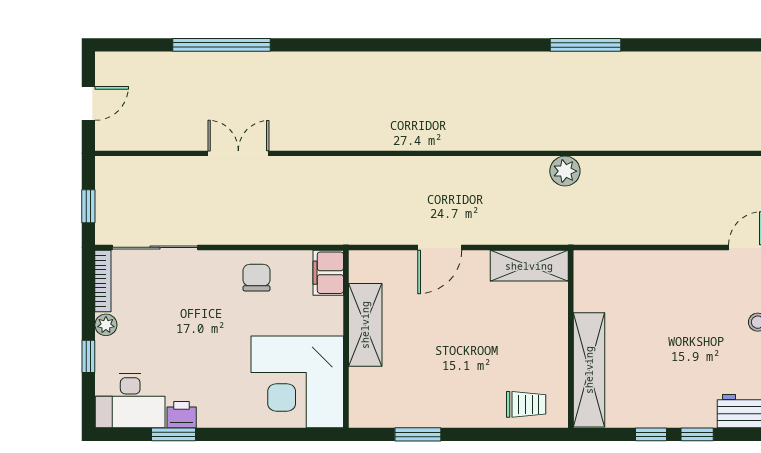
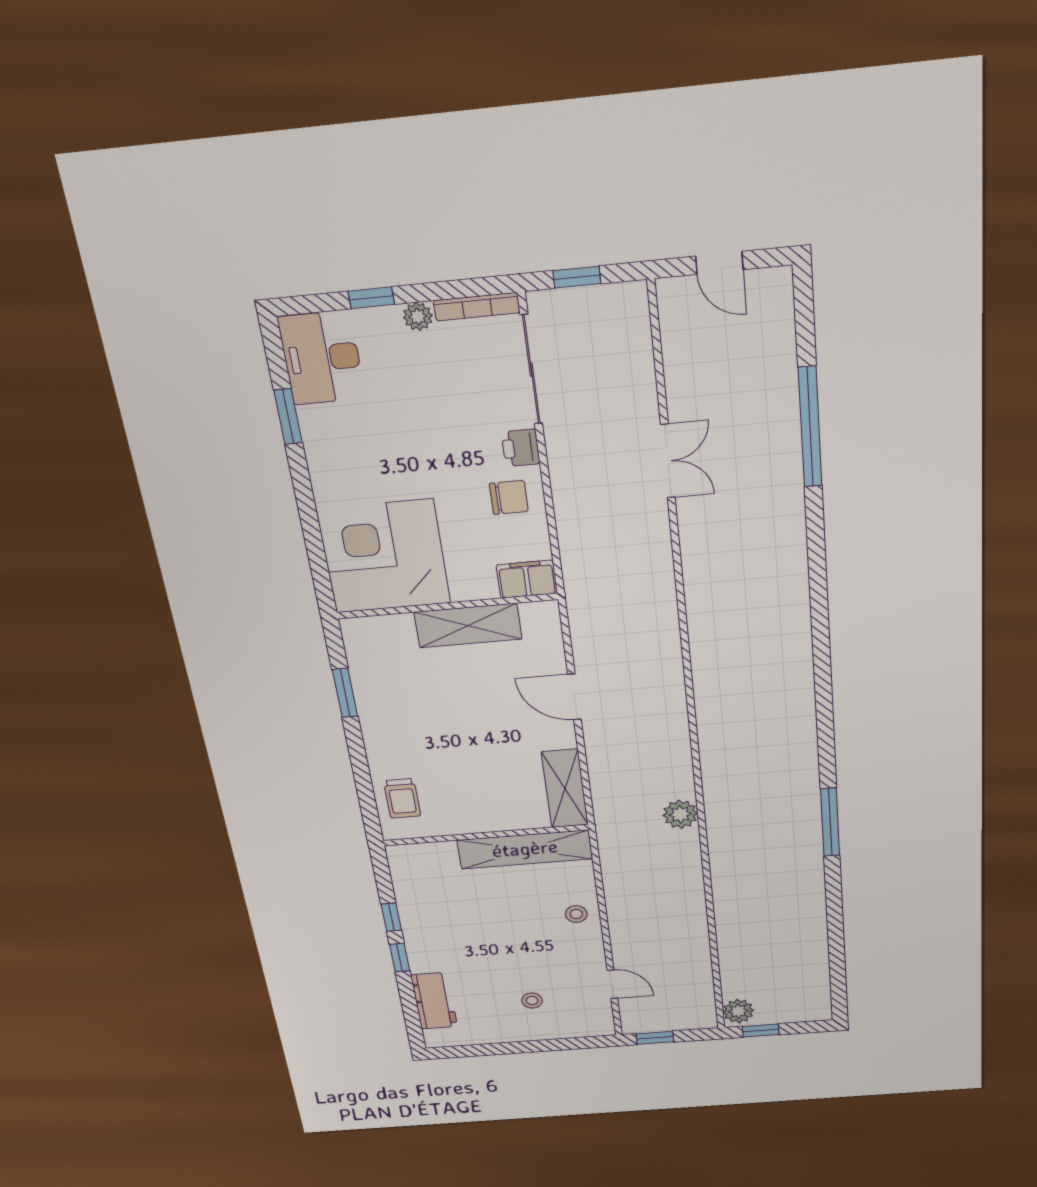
stool: (663, 271) -> (576, 914), added
shelving: (589, 370) -> (525, 849), moved
printer: (182, 415) -> (521, 448), moved, turned 180

